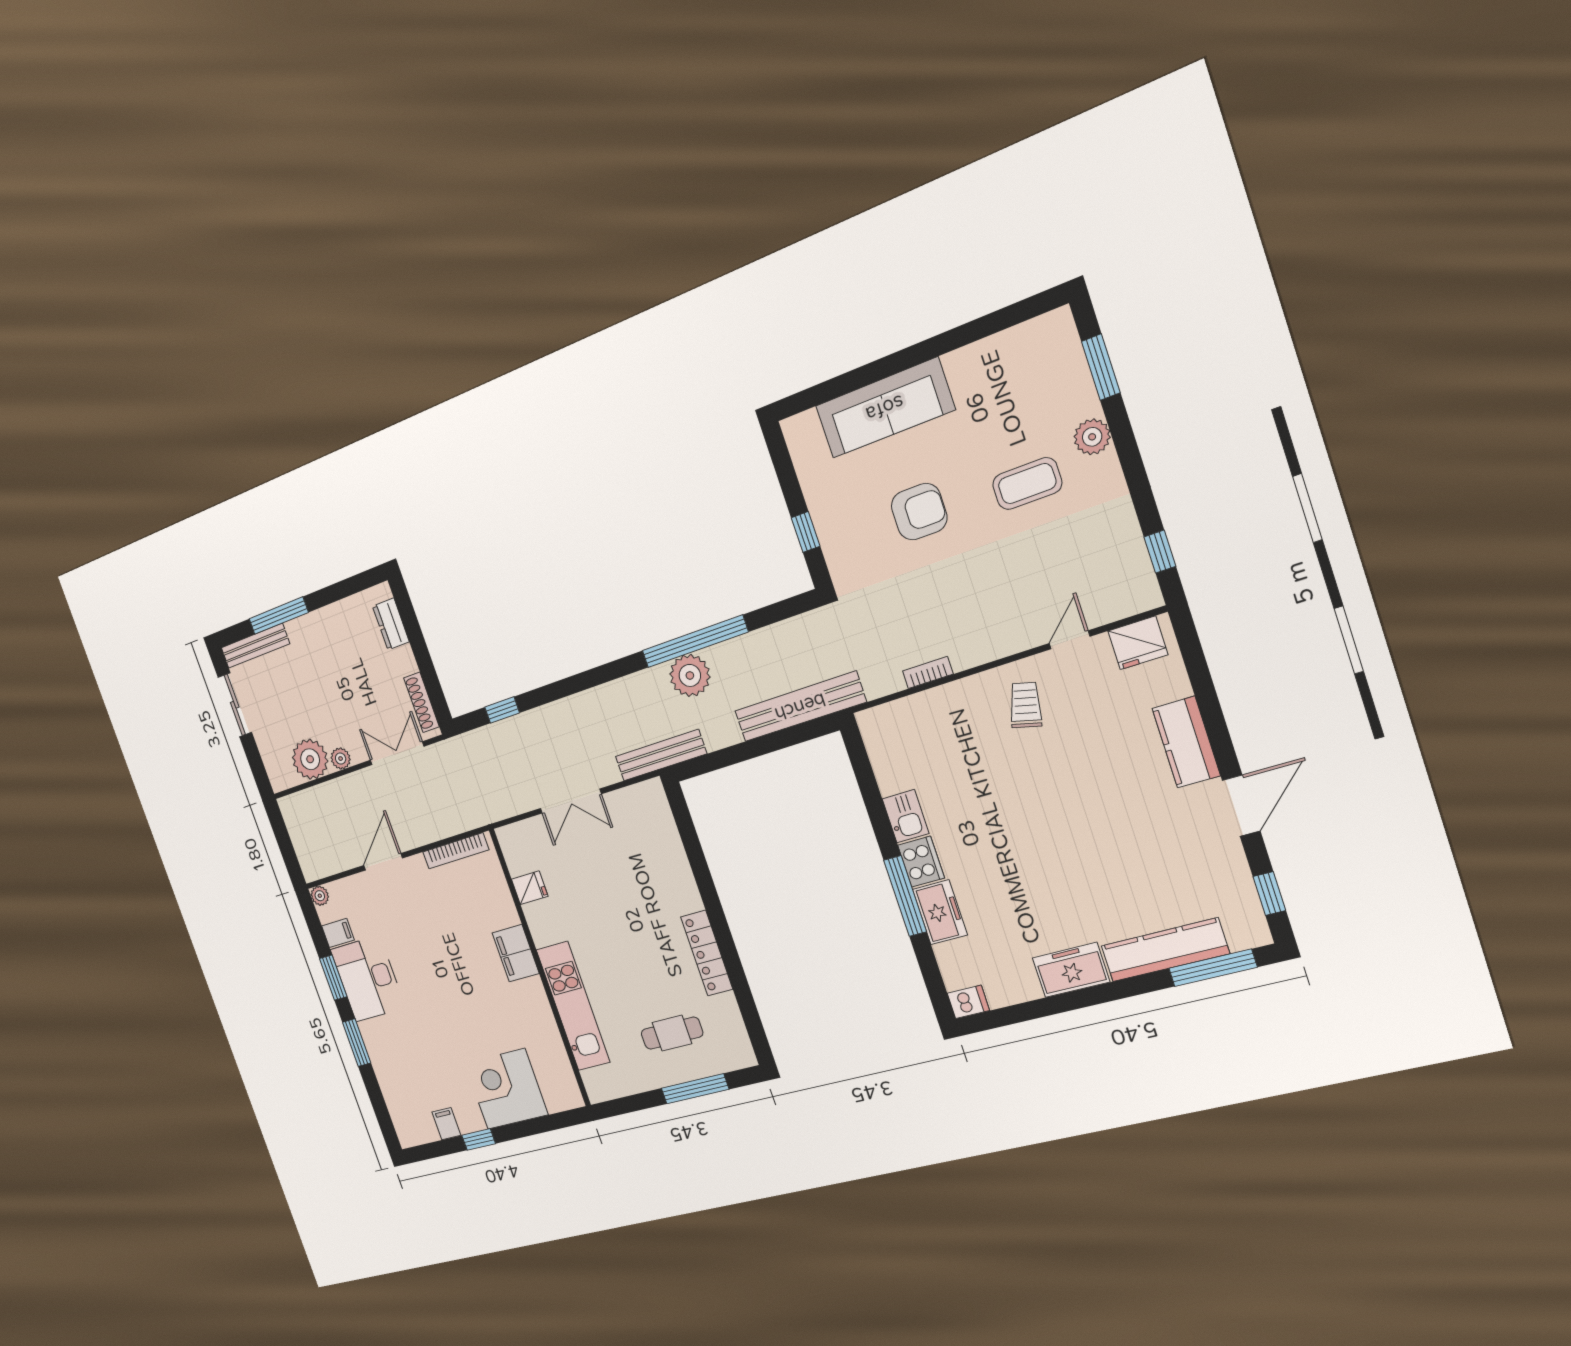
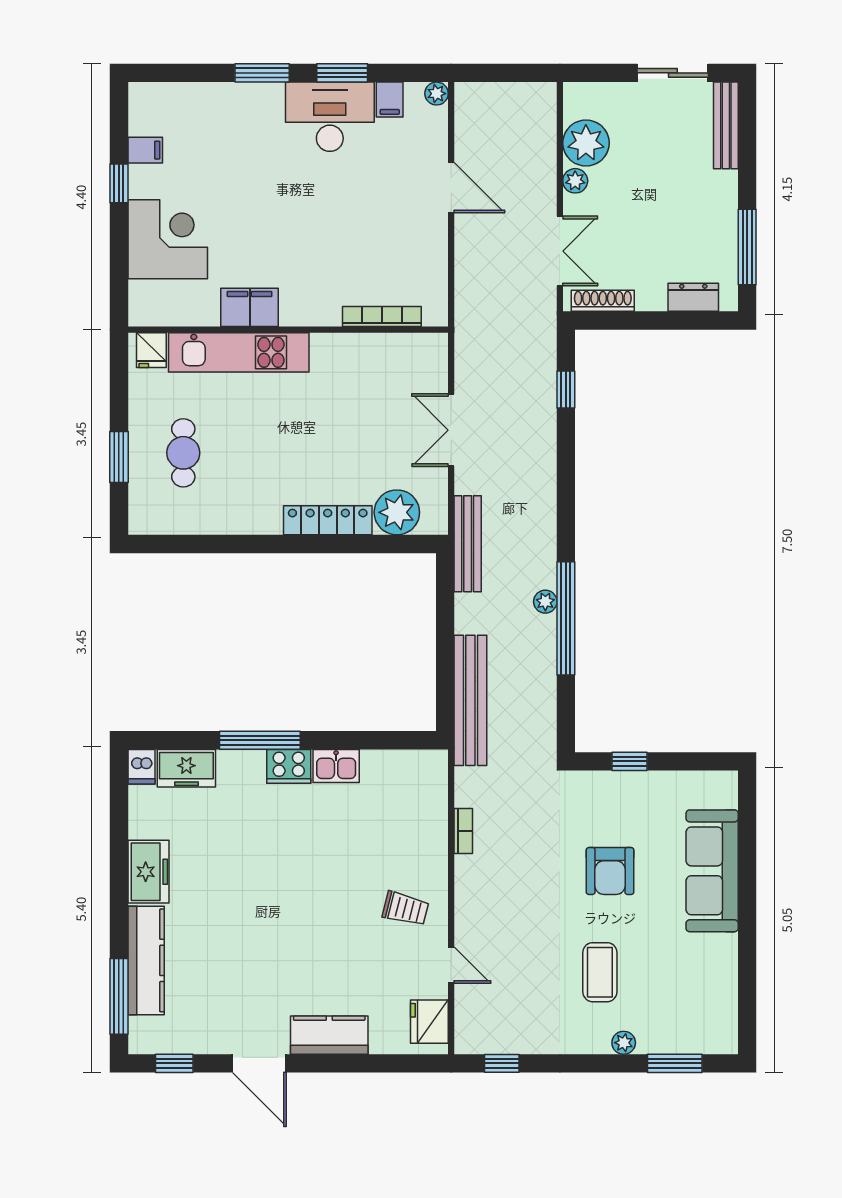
plant: (1092, 437) -> (624, 1043), width x0.73, depth x0.73
window: (279, 616) -> (747, 247), moved
plant: (690, 675) -> (545, 602), width x0.53, depth x0.53
plant: (656, 828) -> (397, 512), added
bookcase: (456, 851) -> (382, 317), moved, turned 90
fridge: (530, 888) -> (151, 350), moved
freezer: (940, 912) -> (186, 768), moved
filing cabinet: (516, 953) -> (250, 307), moved
locker: (707, 953) -> (328, 520), moved
window: (695, 1089) -> (119, 457), width x0.69

